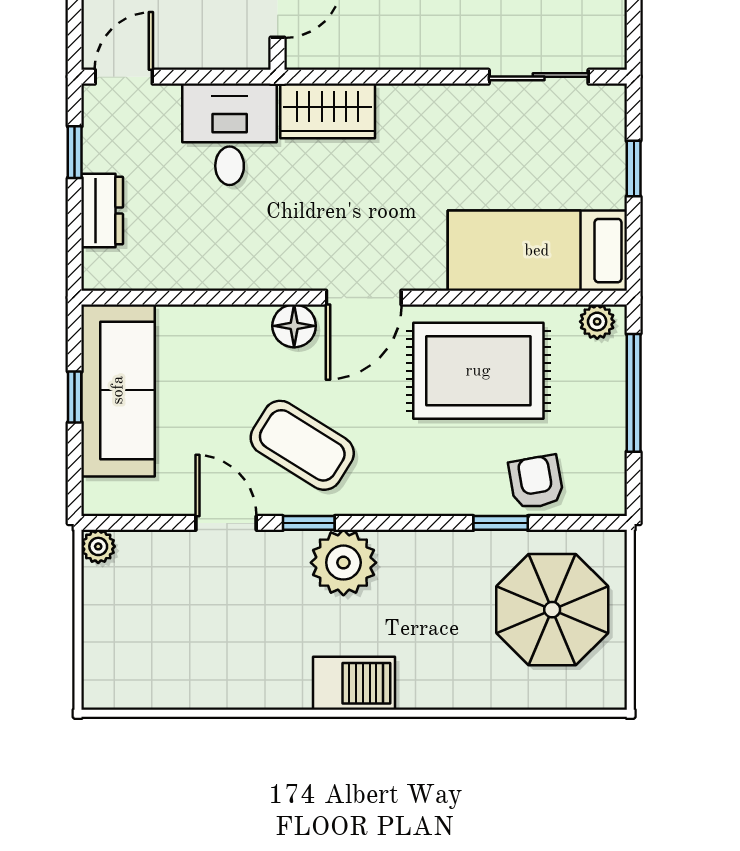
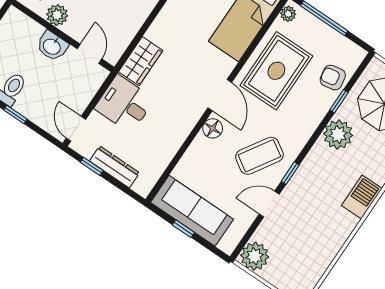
dresser: (102, 211) -> (114, 167), width x1.44
plant: (98, 546) -> (255, 256), width x1.87, depth x1.87
plant: (343, 563) -> (338, 134), moved

